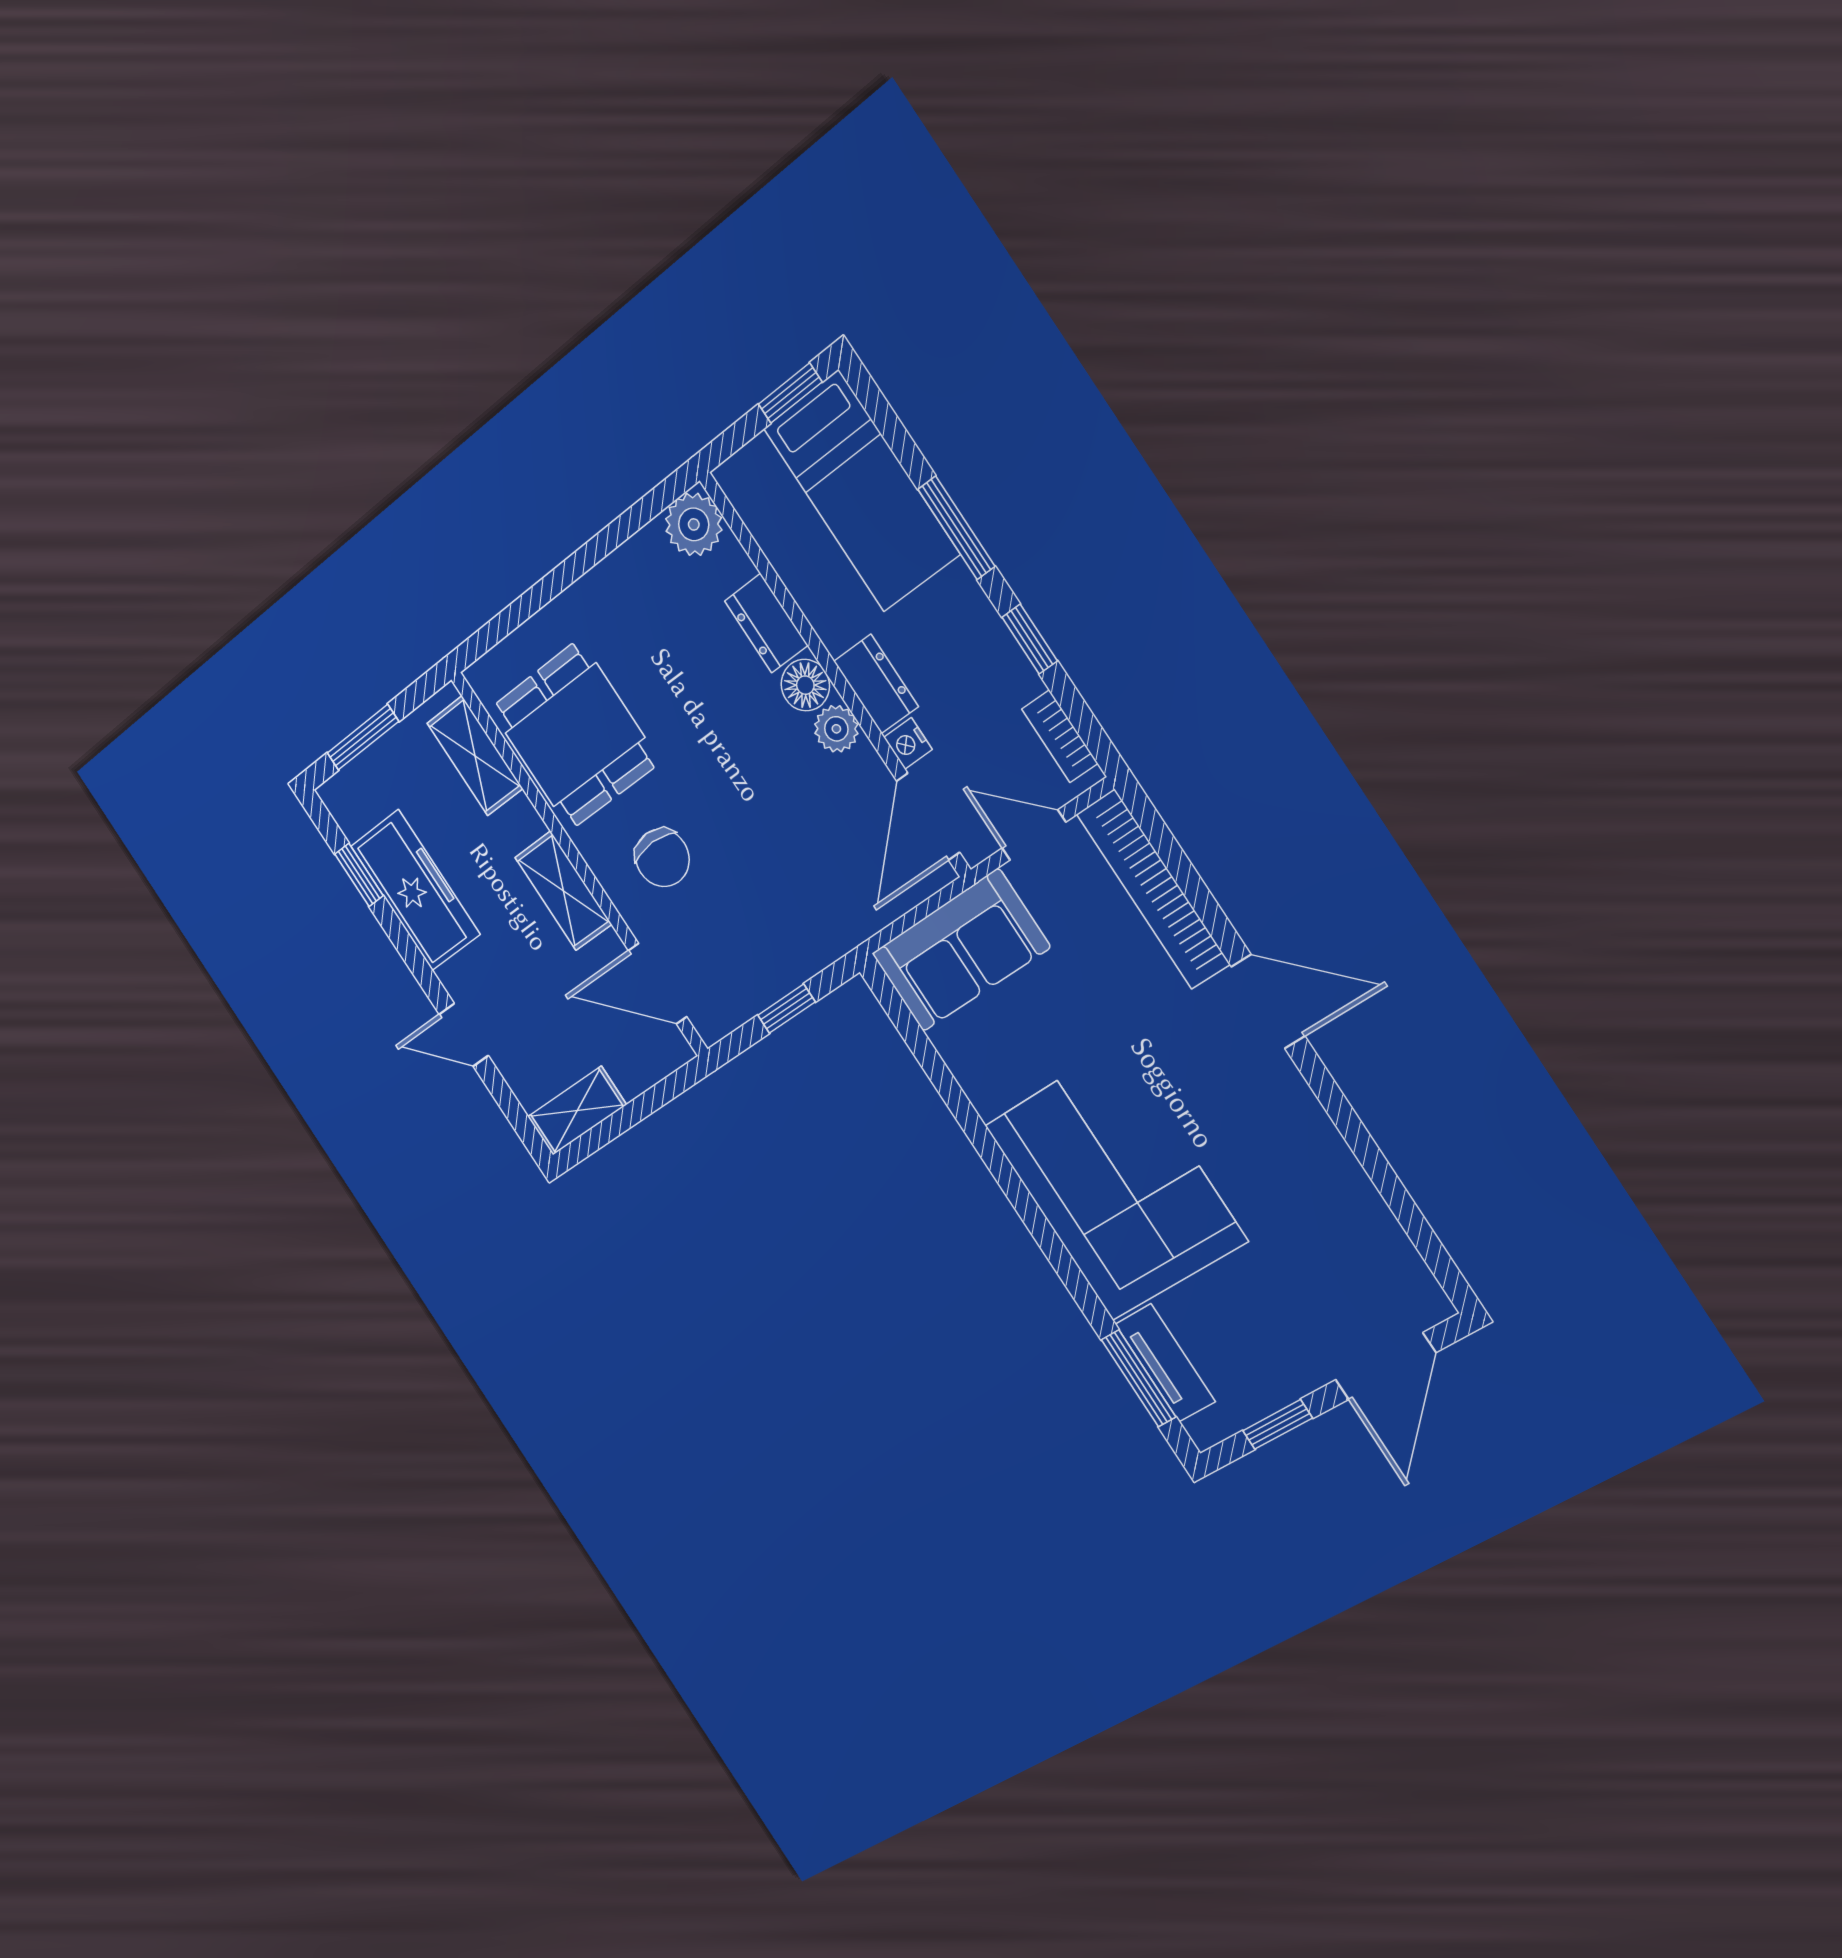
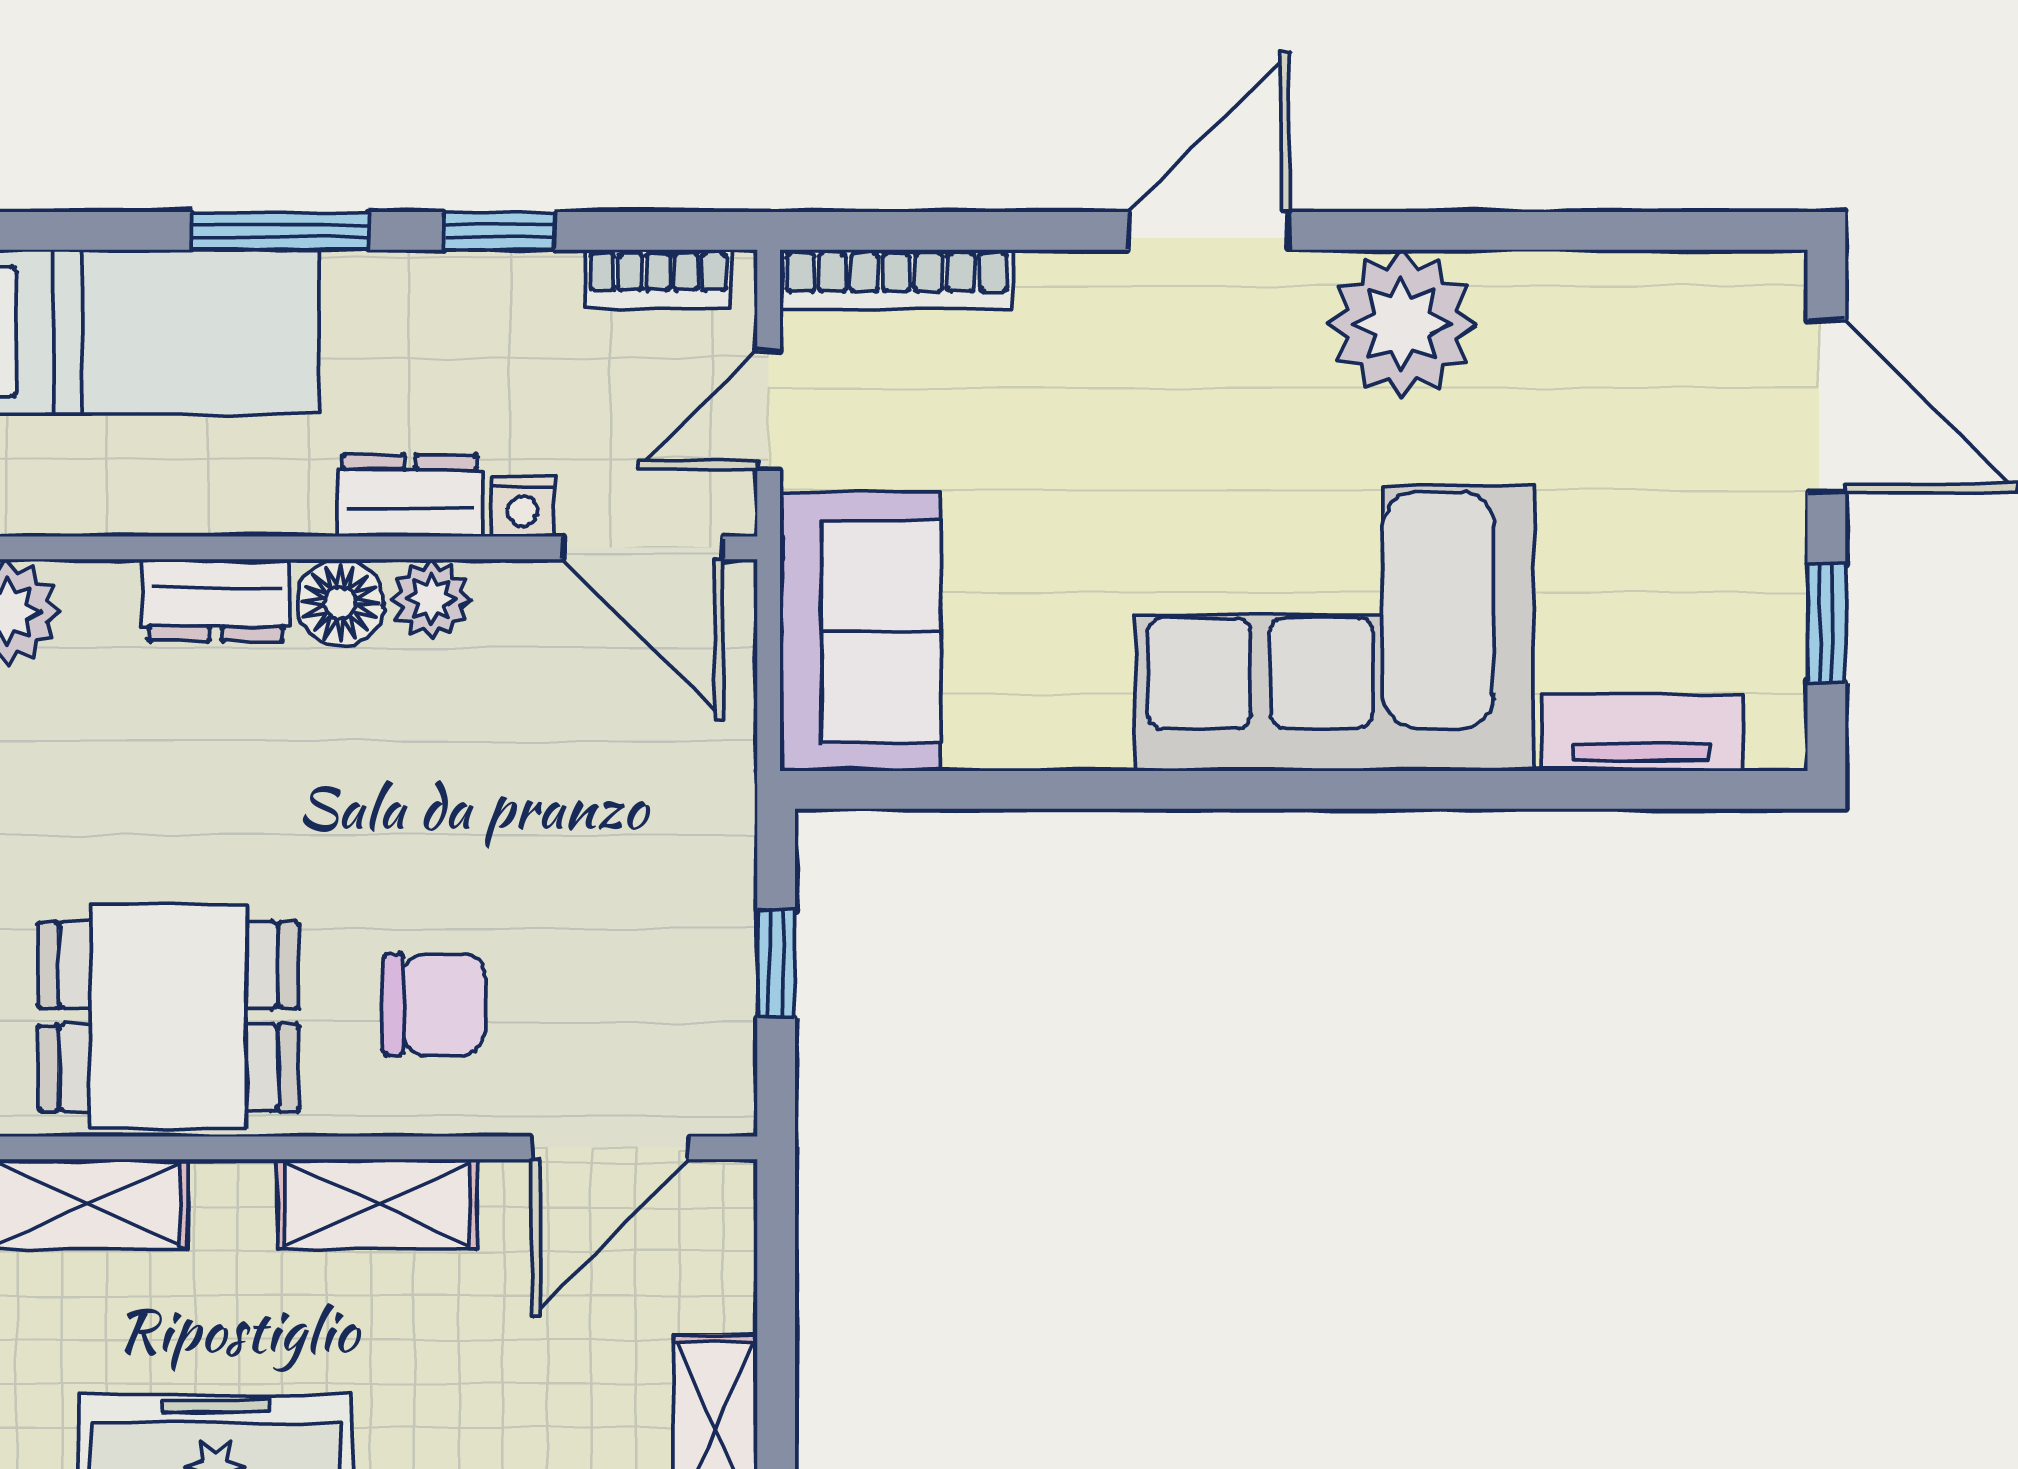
bookcase: (1153, 889) -> (897, 280), width x0.68, depth x0.76
plant: (1286, 1128) -> (1402, 324), added
window: (1139, 1378) -> (1643, 790), removed

